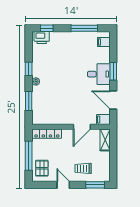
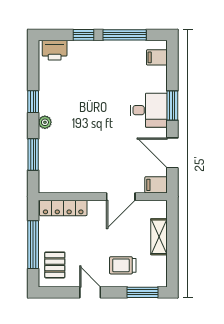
window: (47, 28) -> (83, 35), moved
shelving: (105, 140) -> (159, 237), moved

